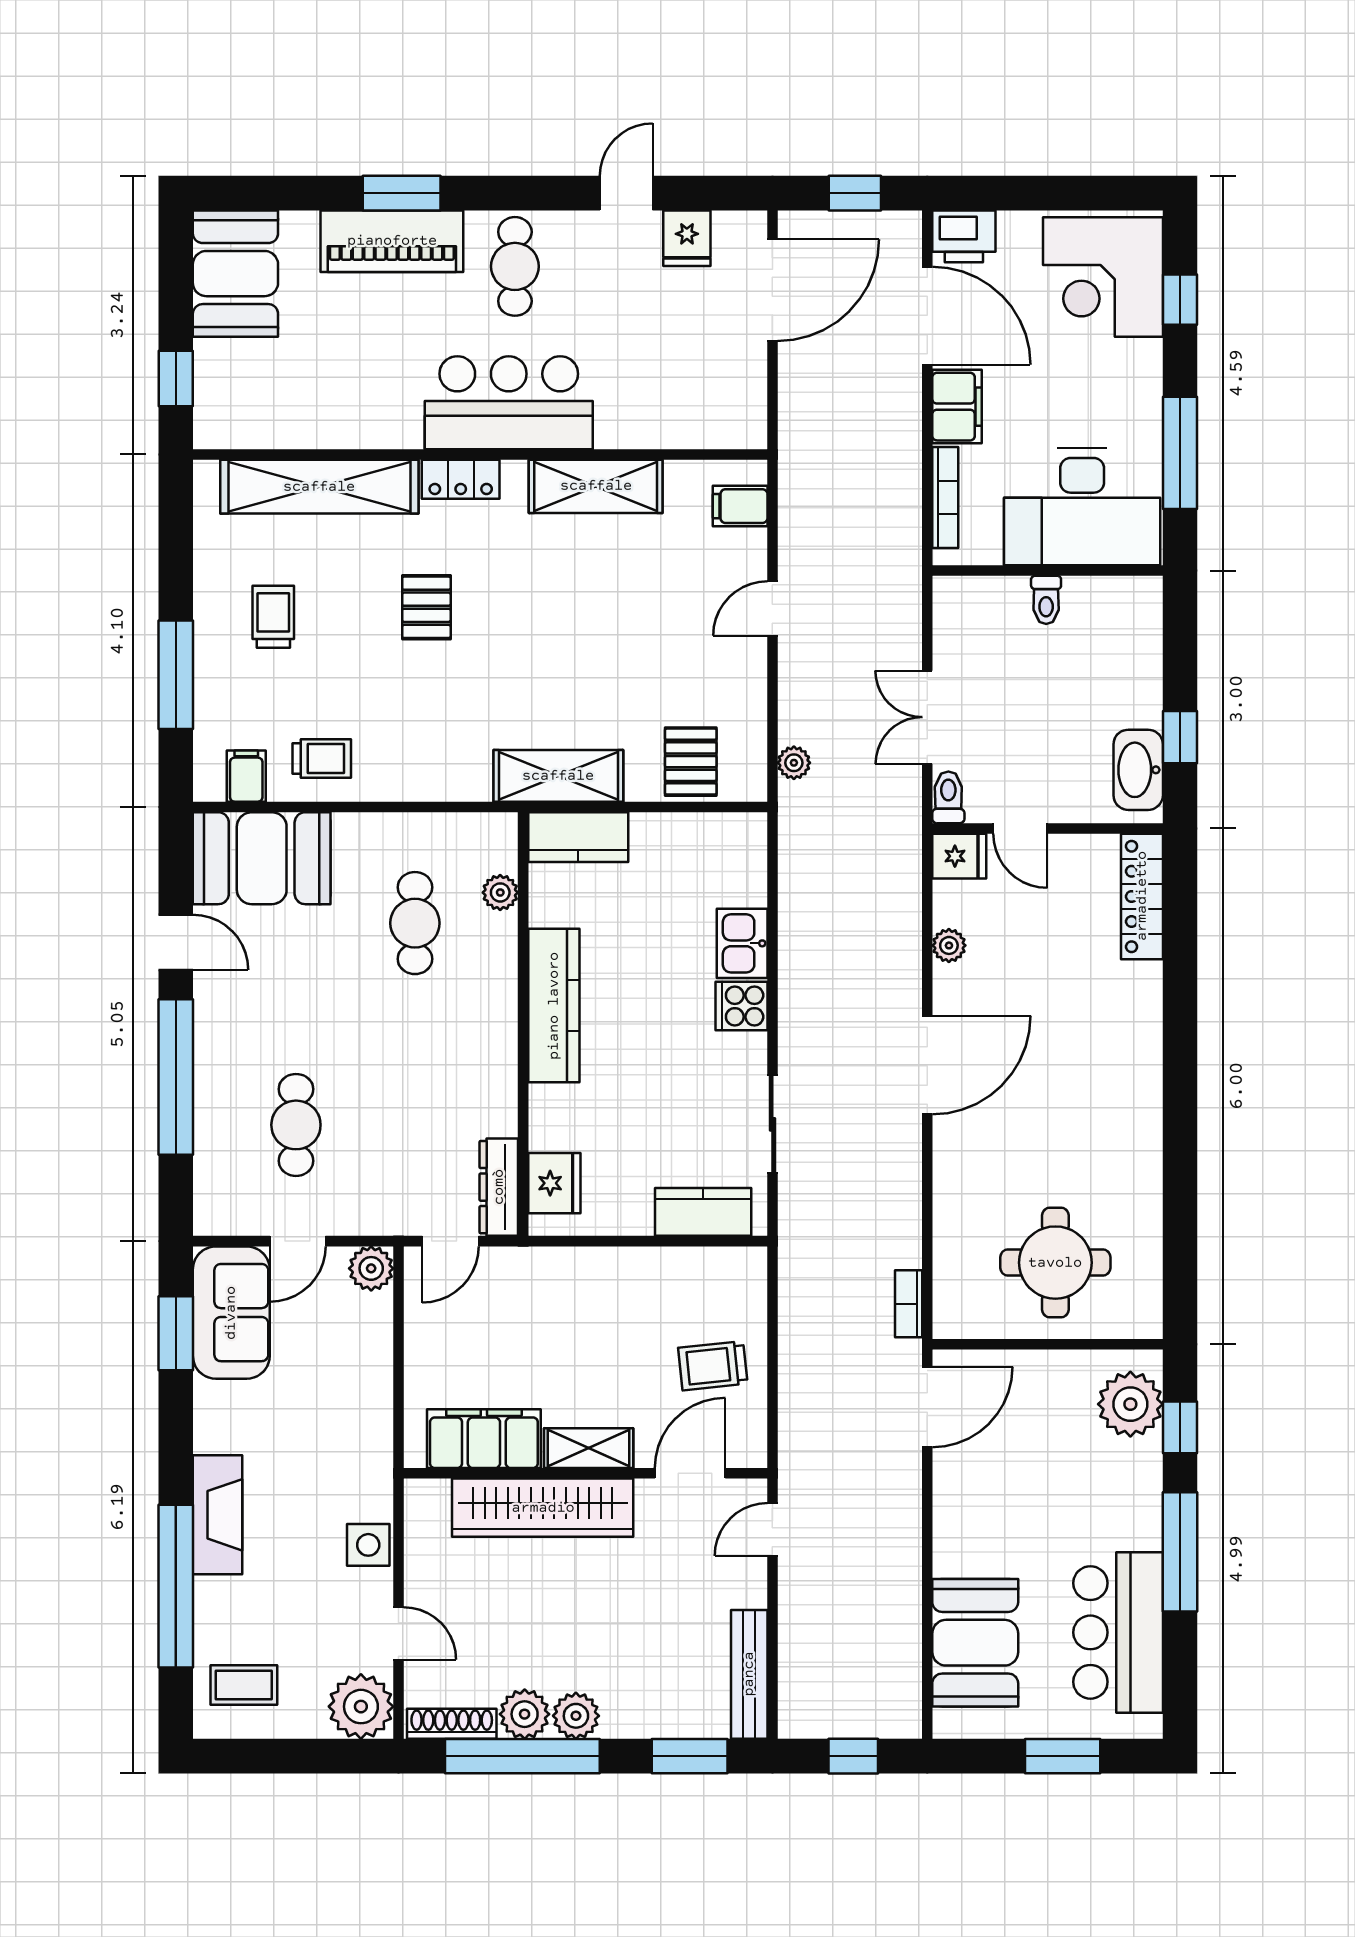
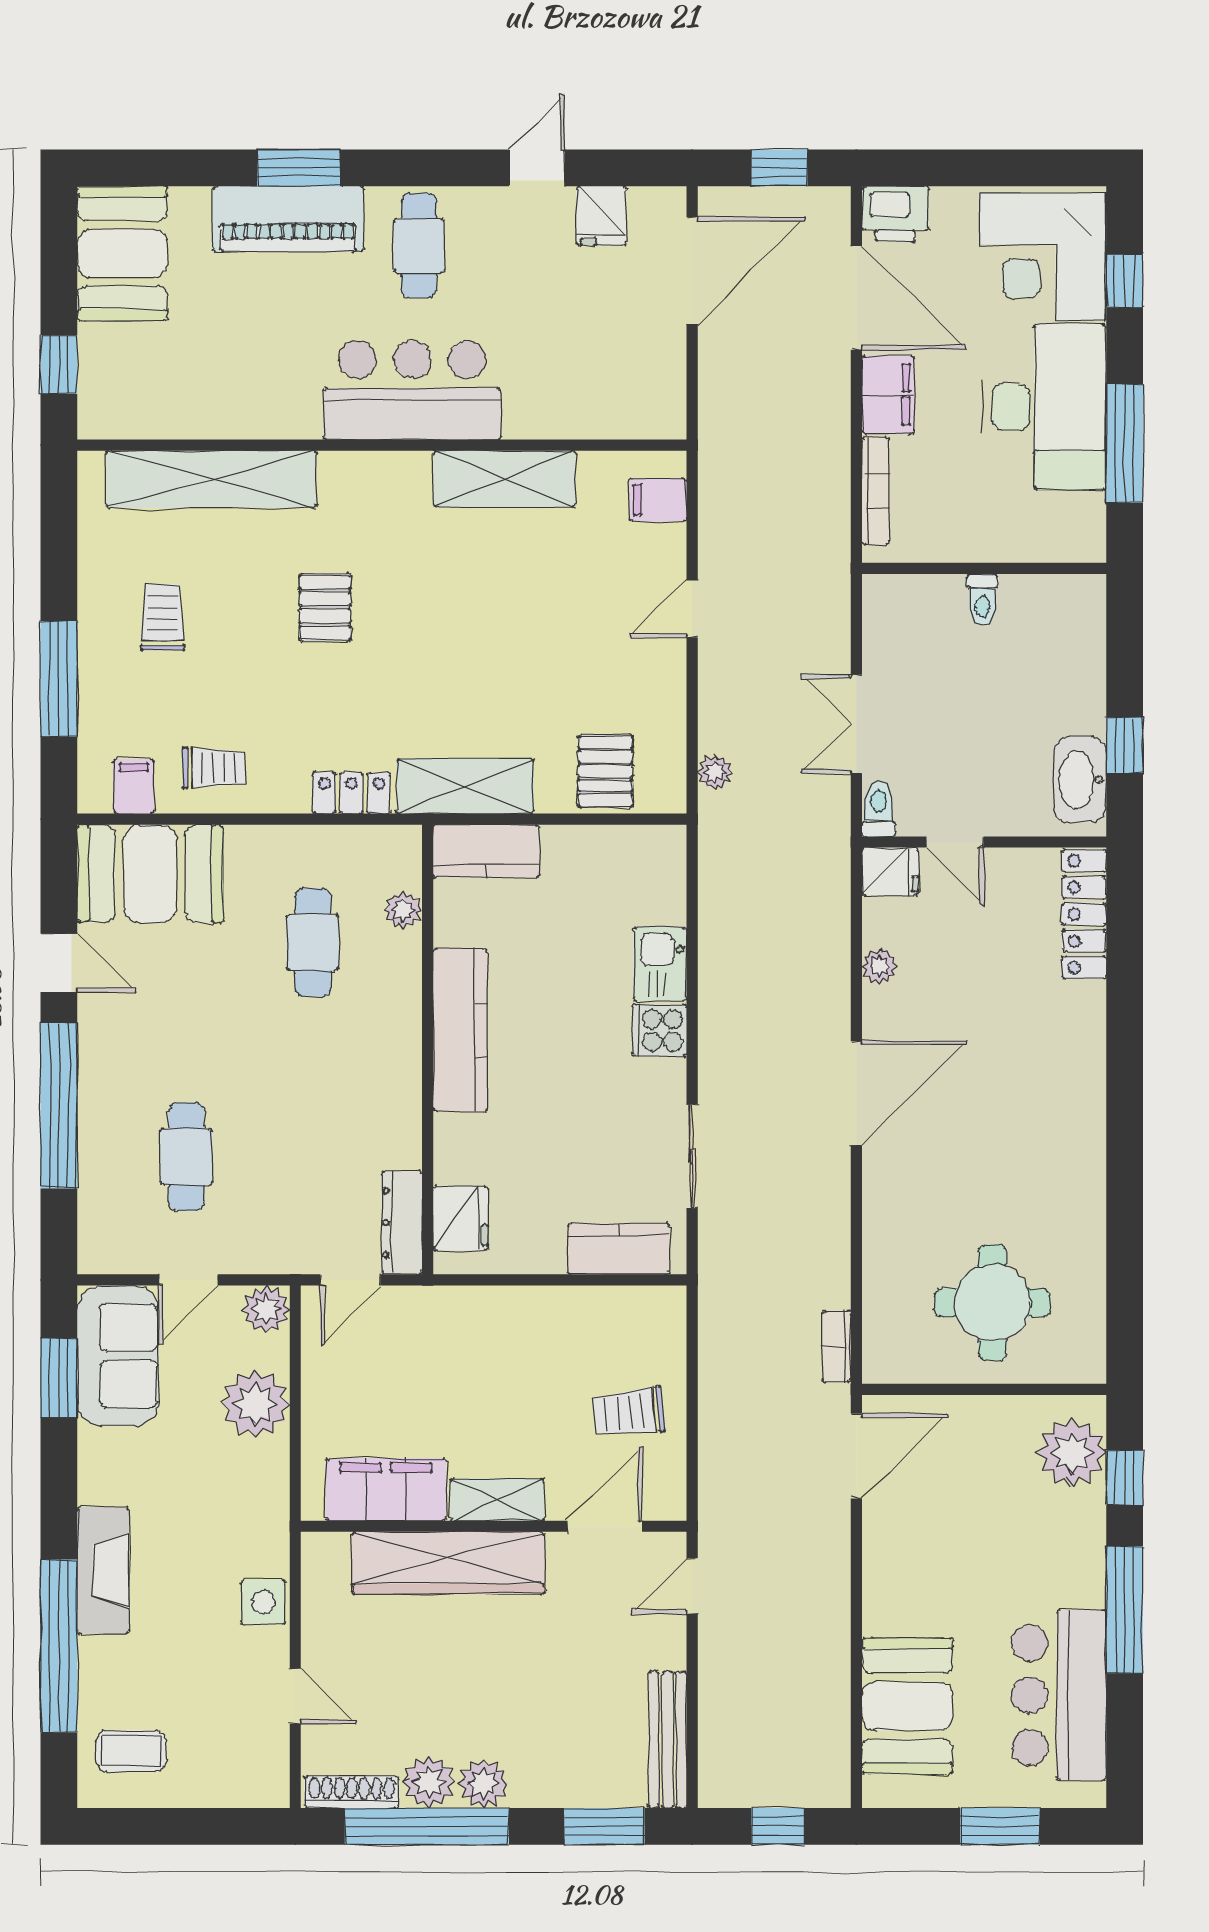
locker: (461, 479) -> (351, 793), moved, turned 180
desk: (1082, 507) -> (1044, 407), moved, turned -90
plant: (361, 1707) -> (255, 1404), moved

